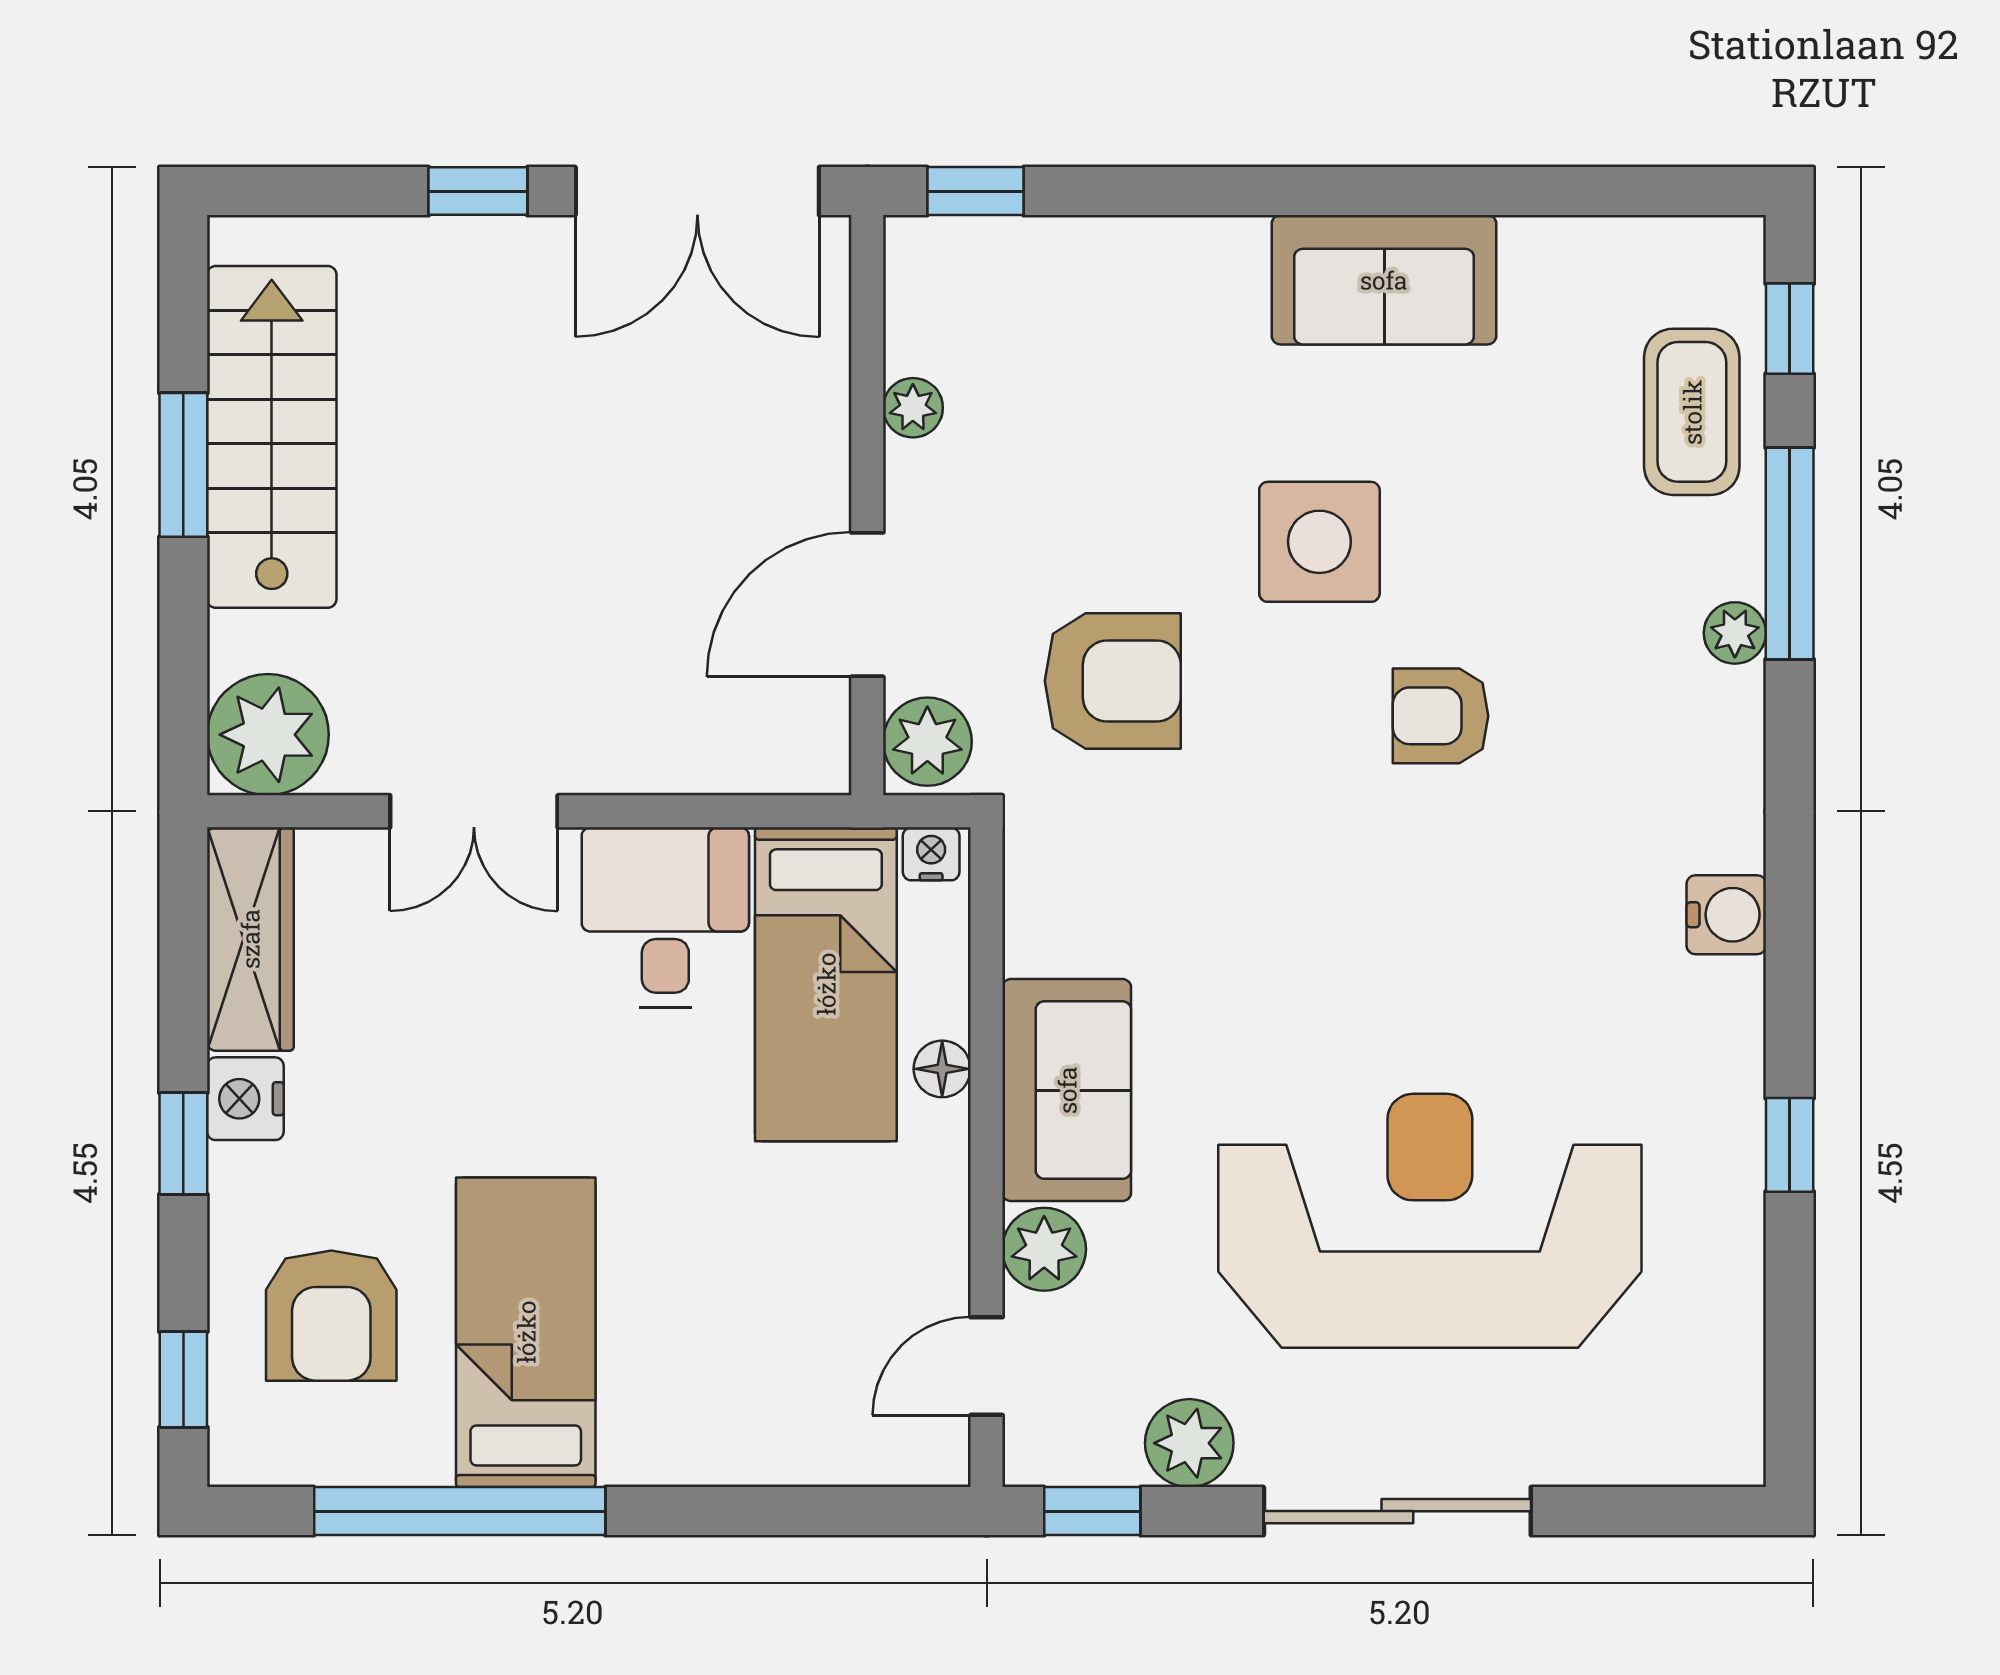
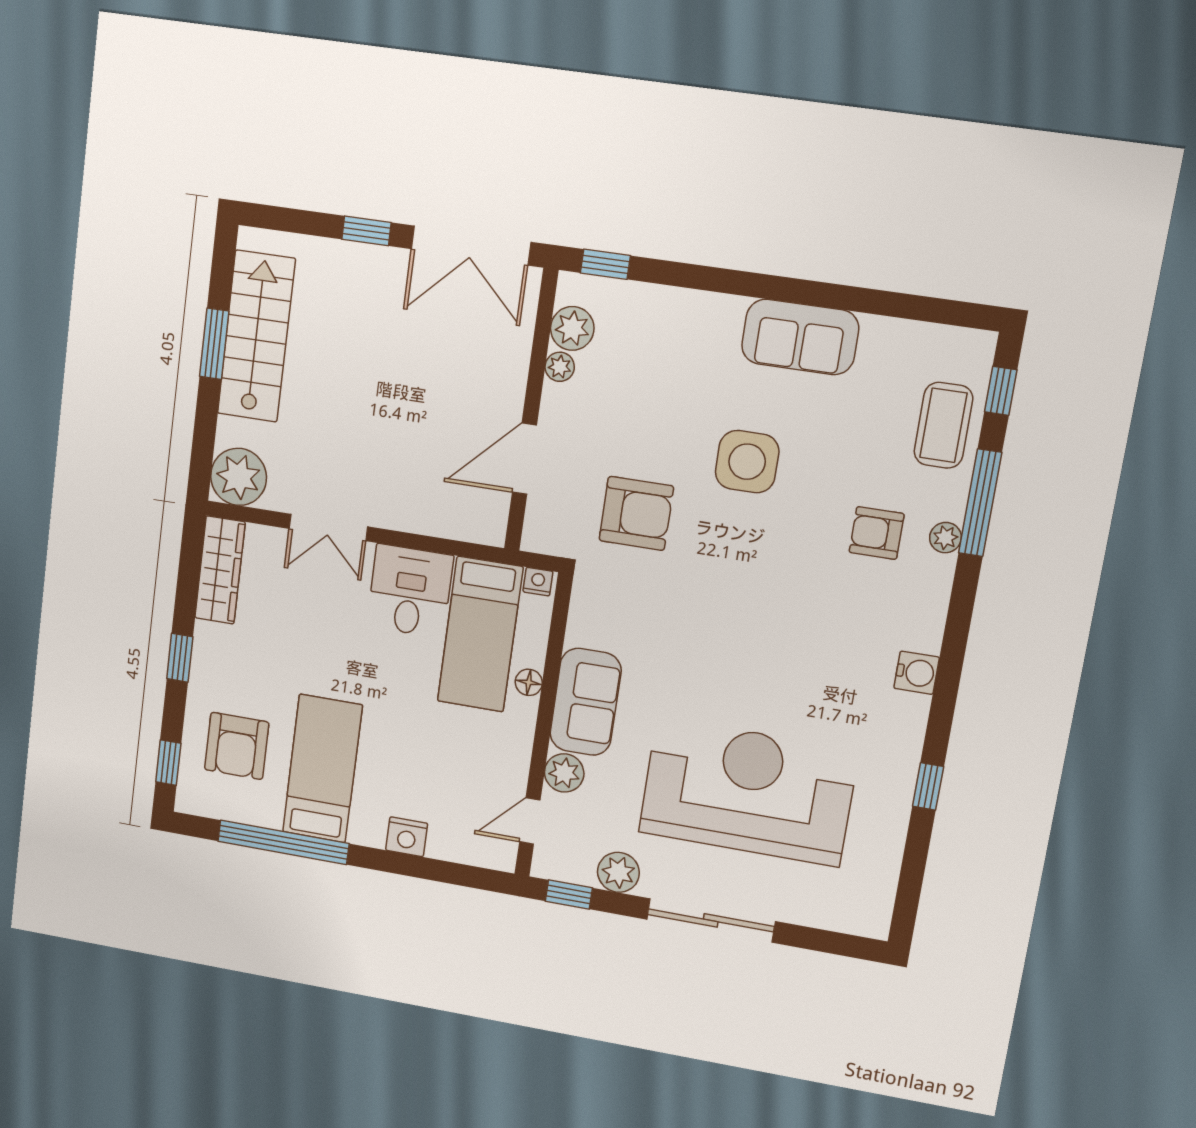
armchair: (1440, 716) -> (877, 533), moved
plant: (927, 742) -> (572, 328), moved
nightstand: (245, 1099) -> (407, 837), moved, turned -90

